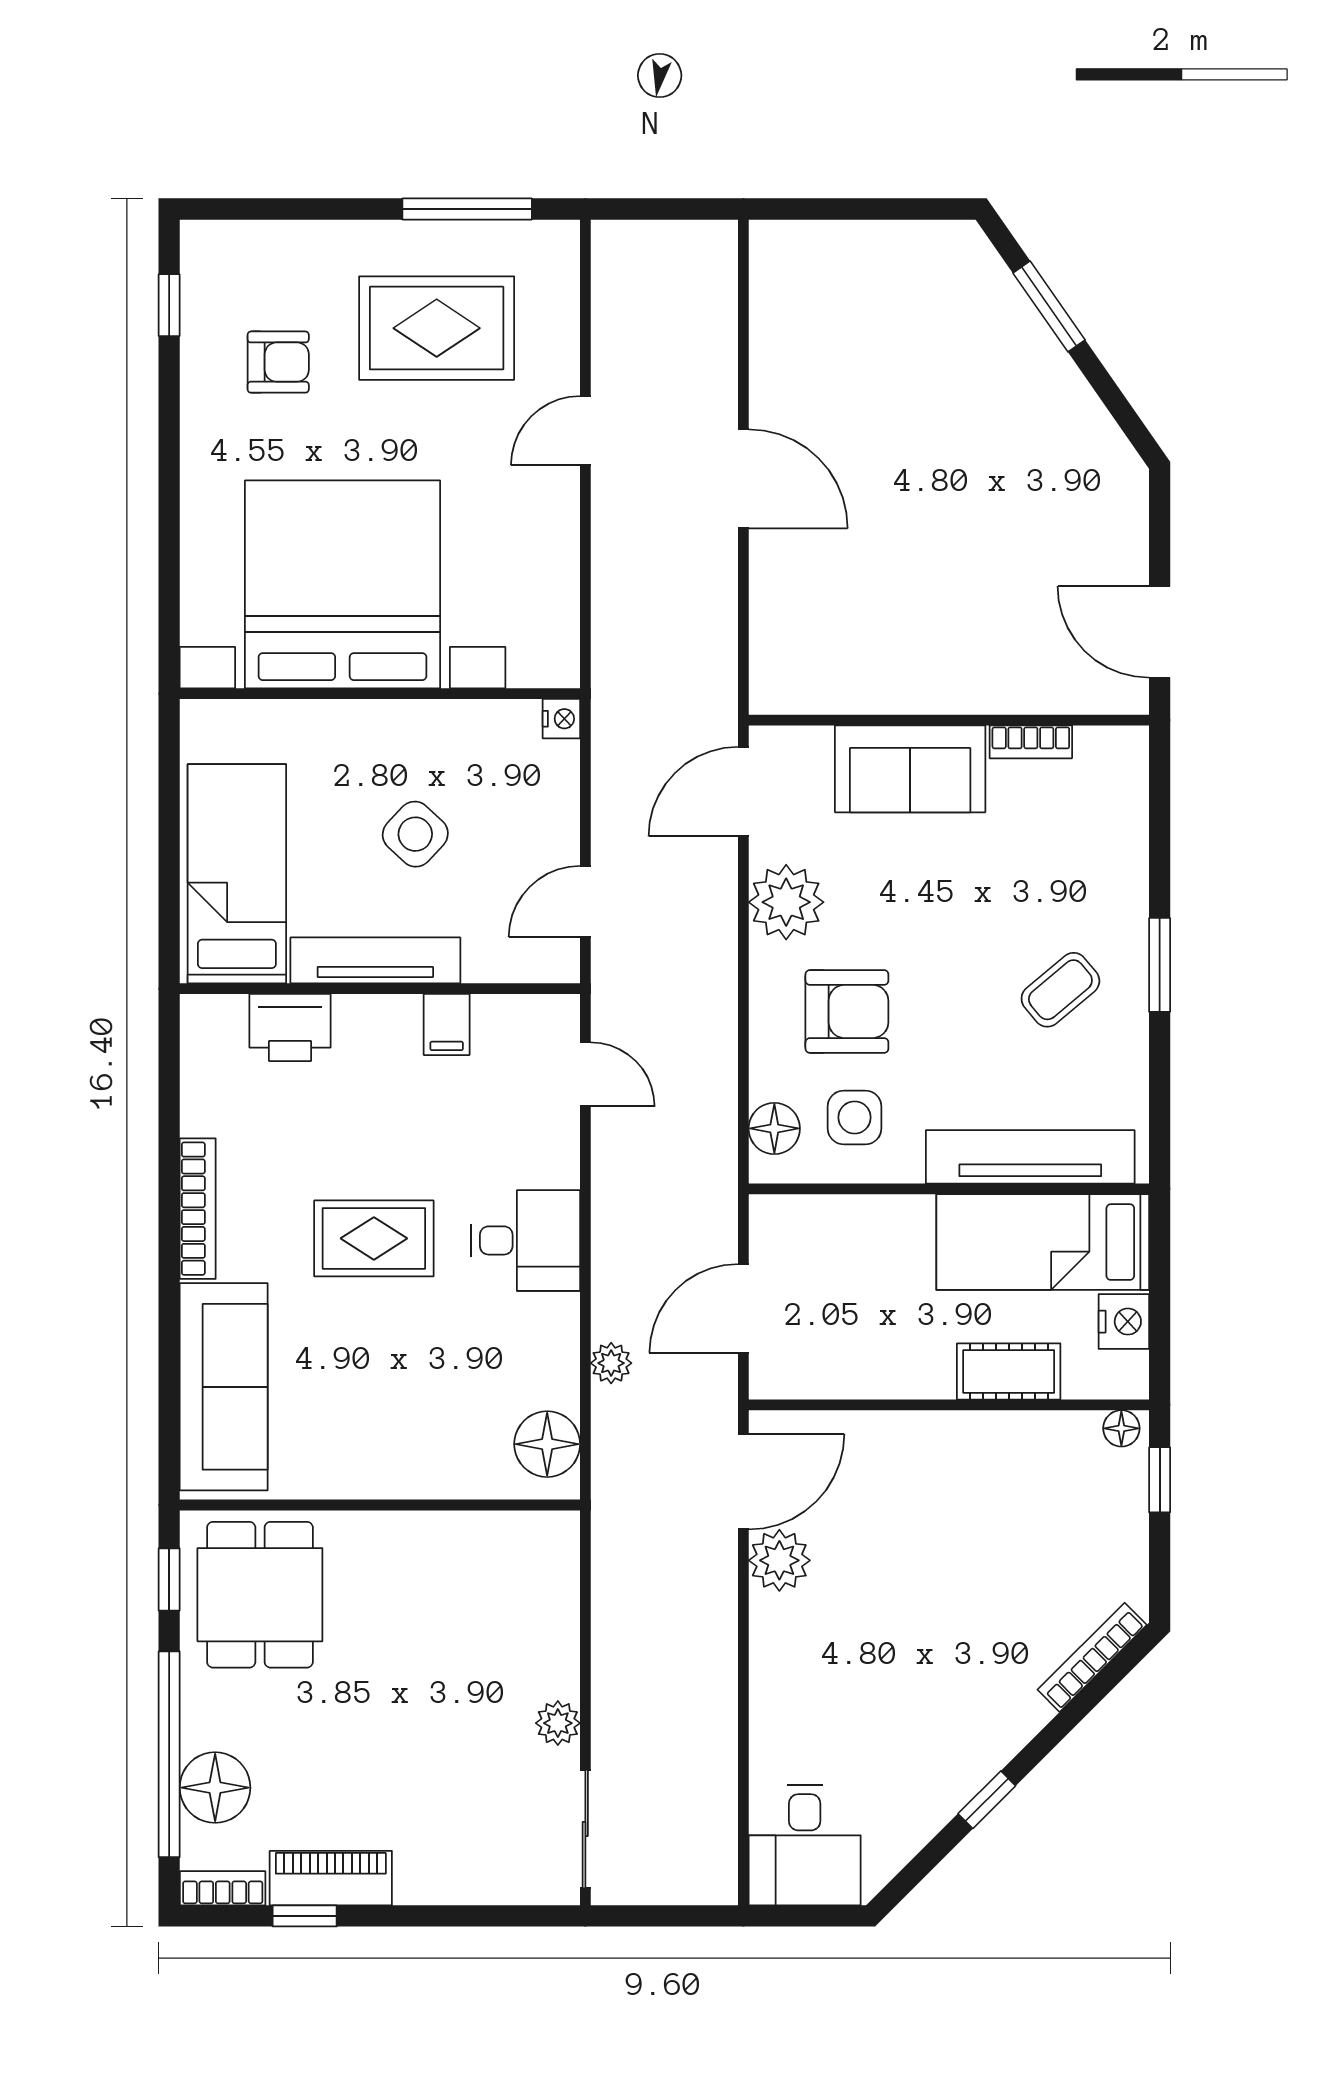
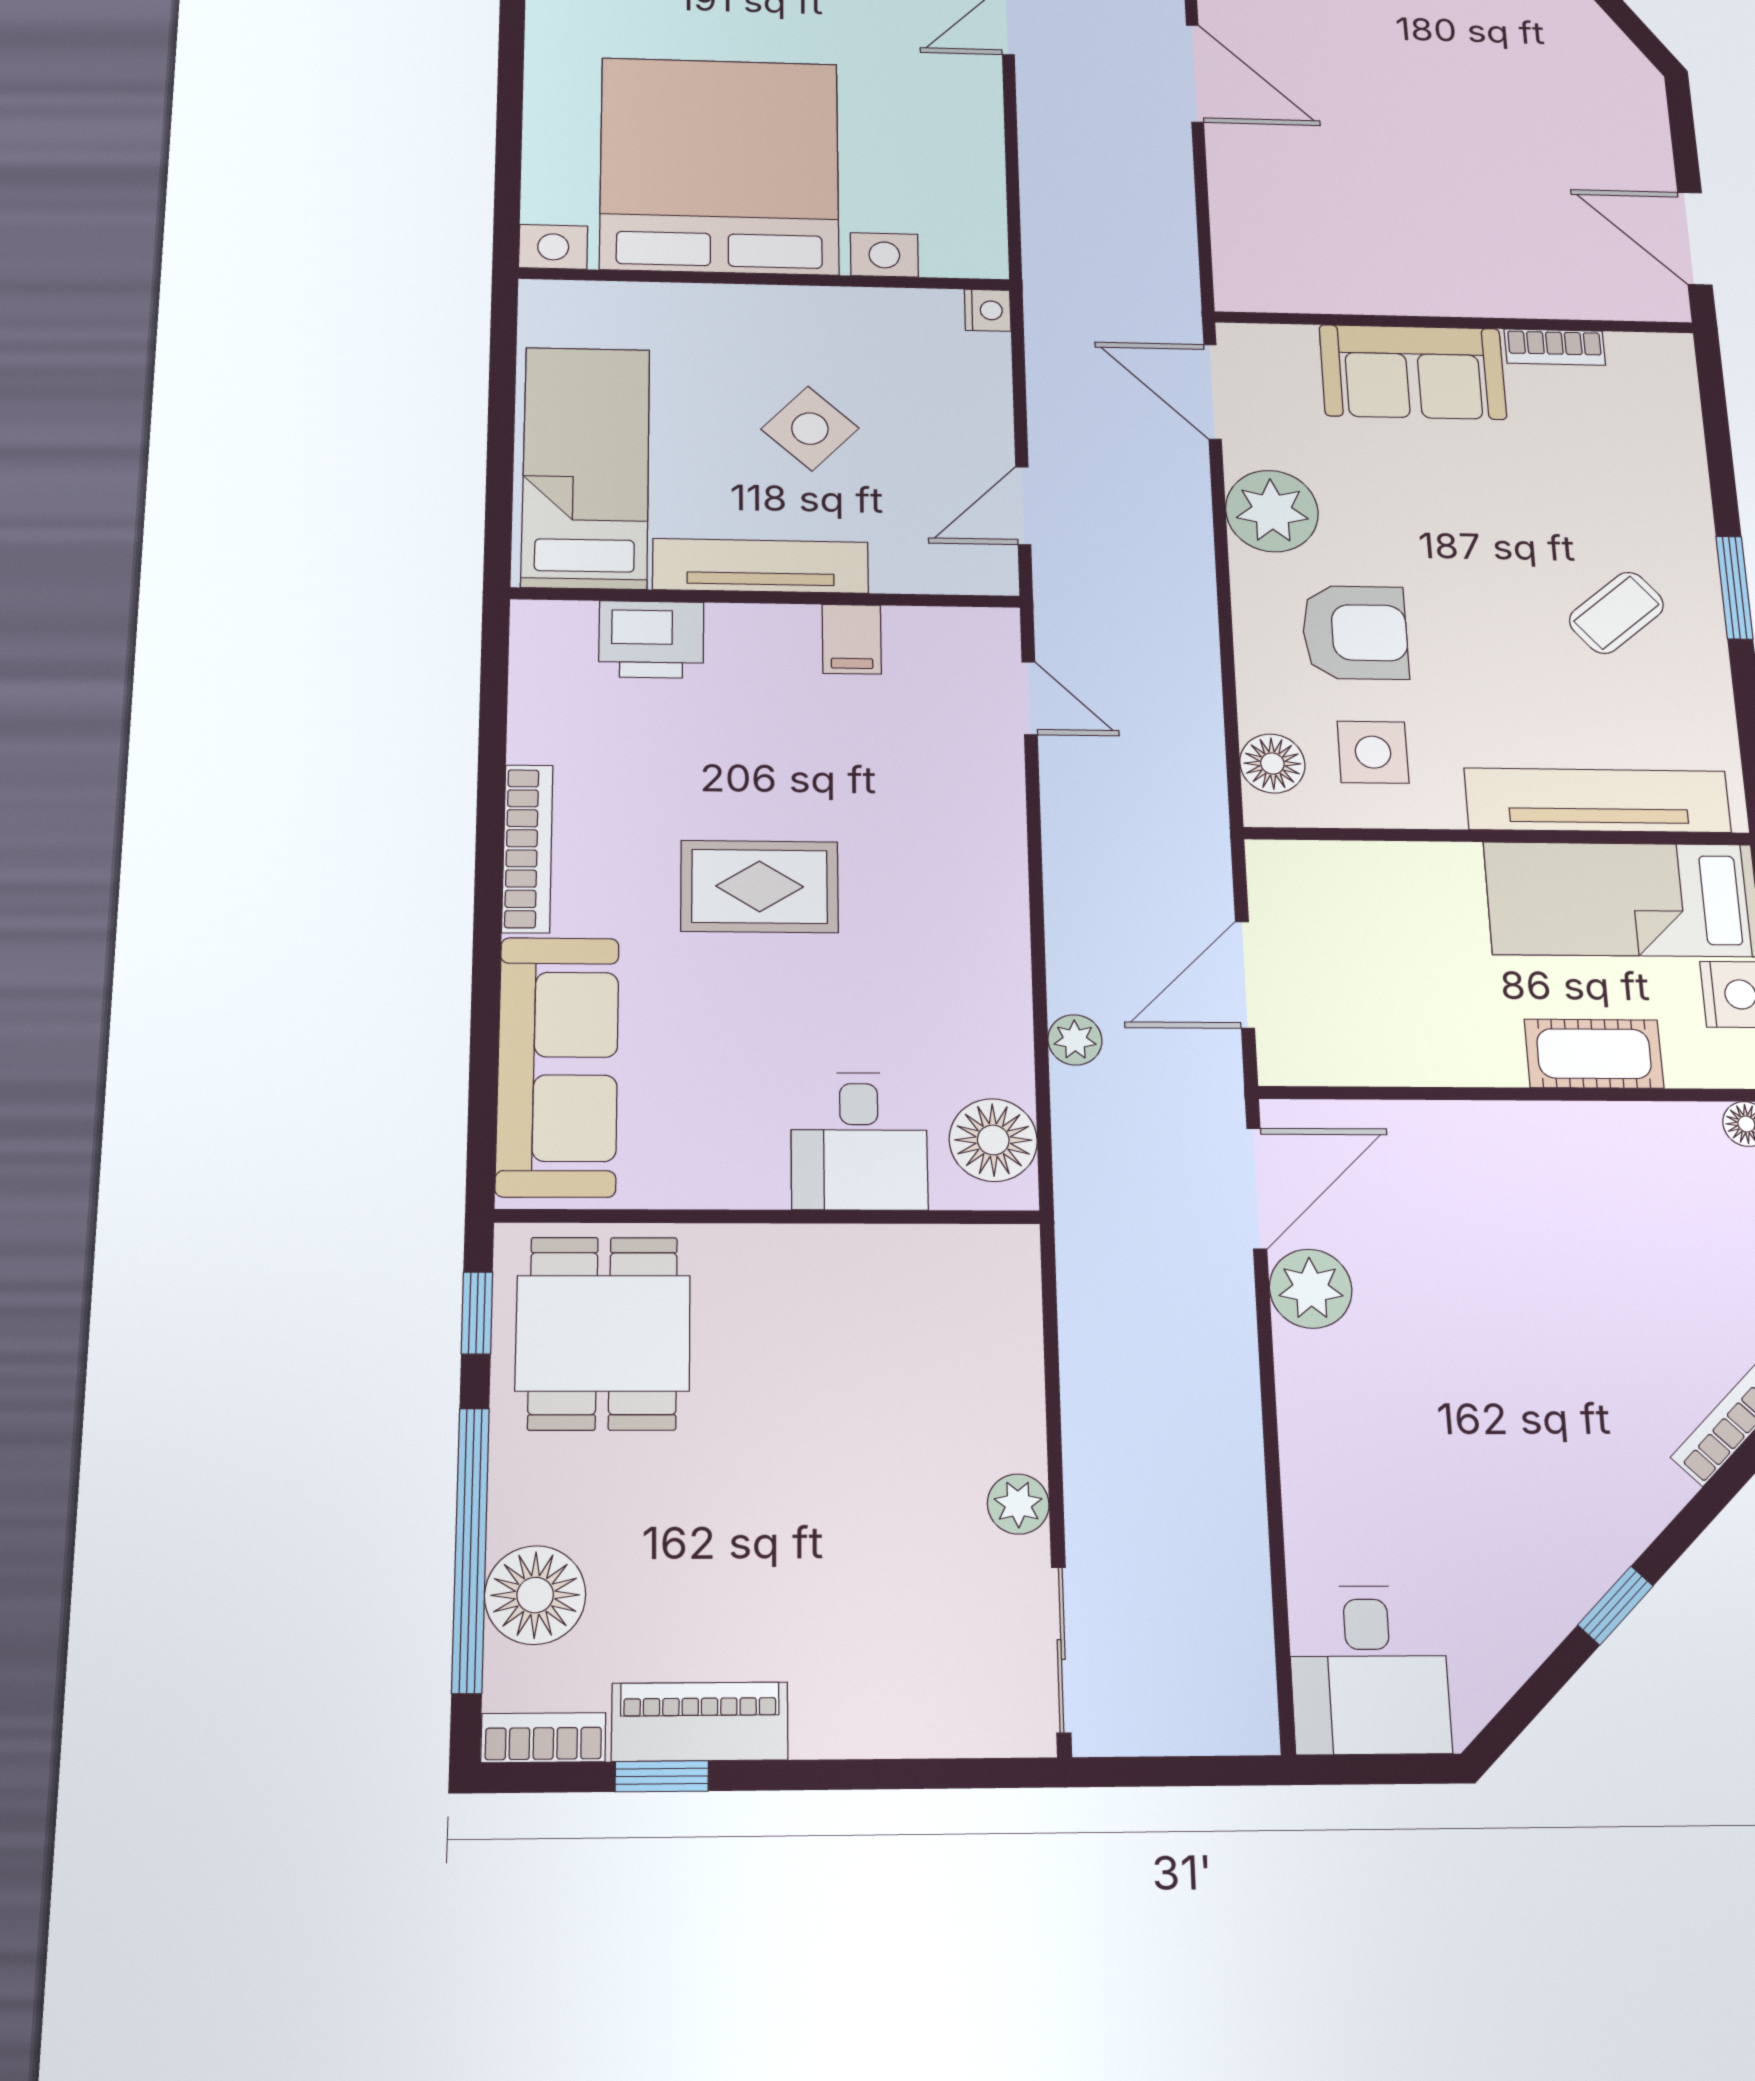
door: (743, 792) -> (1213, 392), hinge flipped
desk: (526, 1240) -> (859, 1141), moved, turned 90

